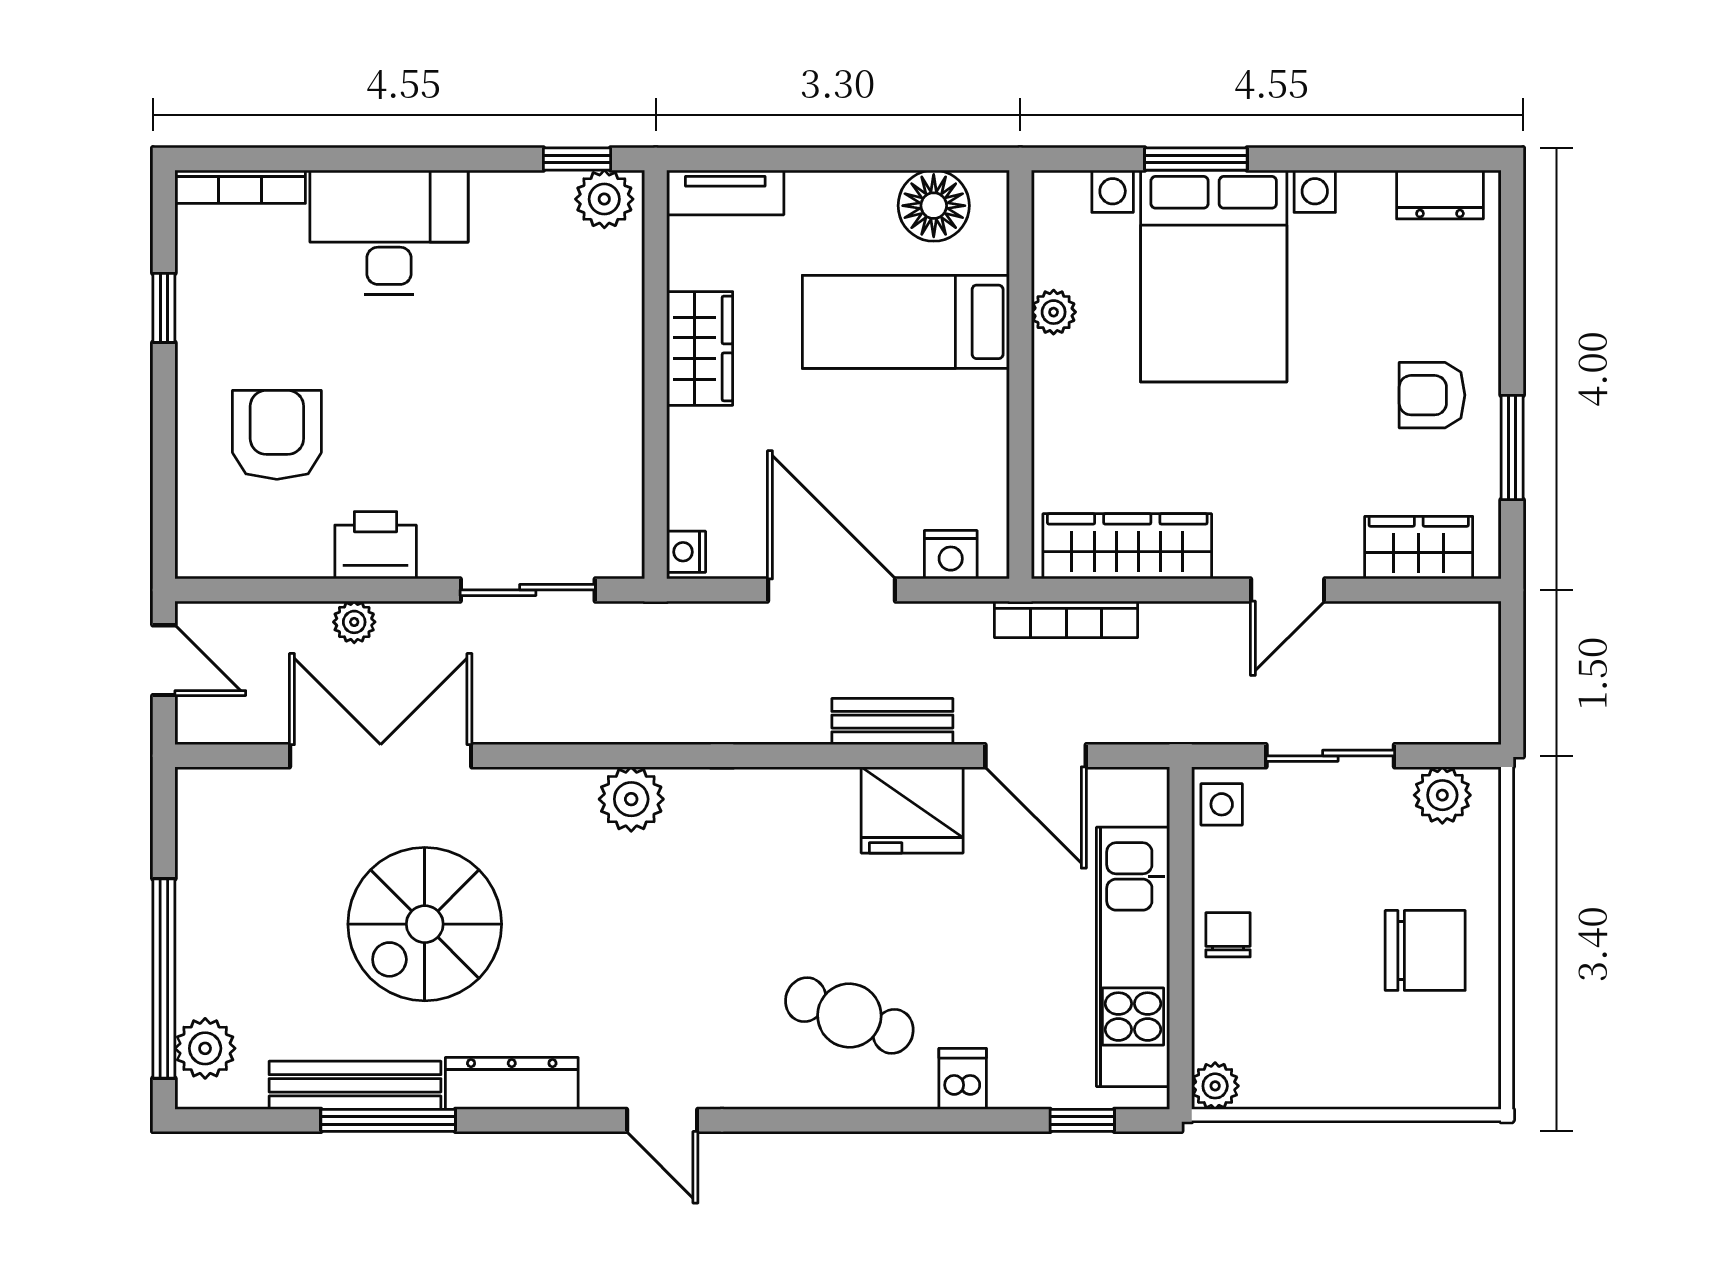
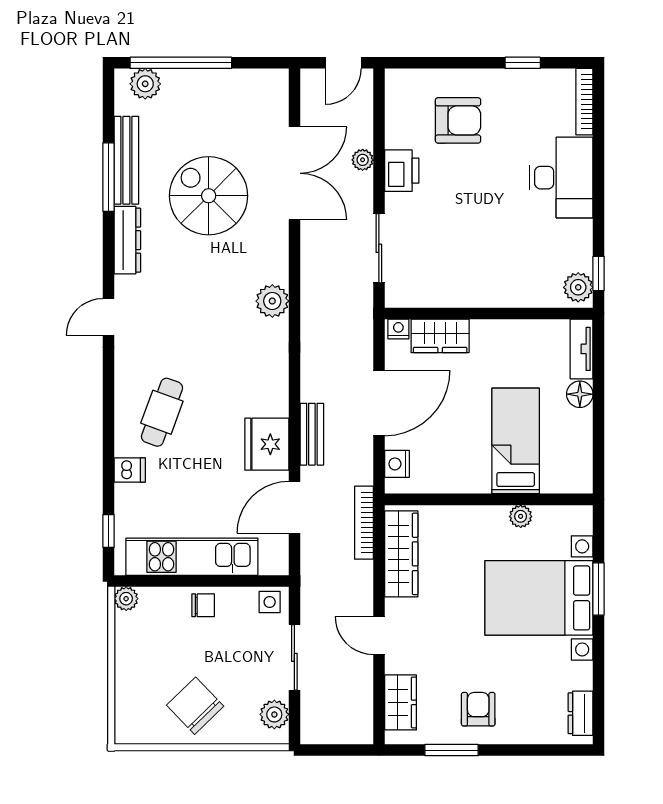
floor lamp: (934, 206) -> (580, 394), moved, width x0.73, depth x0.73
wardrobe: (700, 348) -> (440, 336), moved
chair: (1425, 950) -> (195, 706), turned 136

